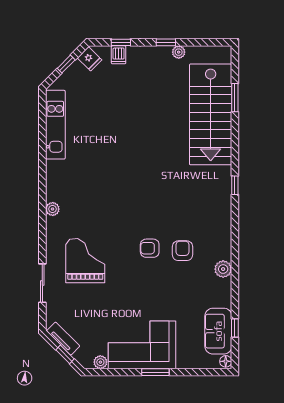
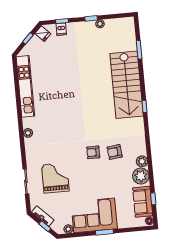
stairs: (211, 114) -> (127, 85), moved
kitchen unit: (55, 125) -> (25, 86), width x1.36
armchair: (183, 251) -> (115, 152), turned -96
grand piano: (85, 261) -> (55, 178), moved
plant: (219, 291) -> (141, 176), added

